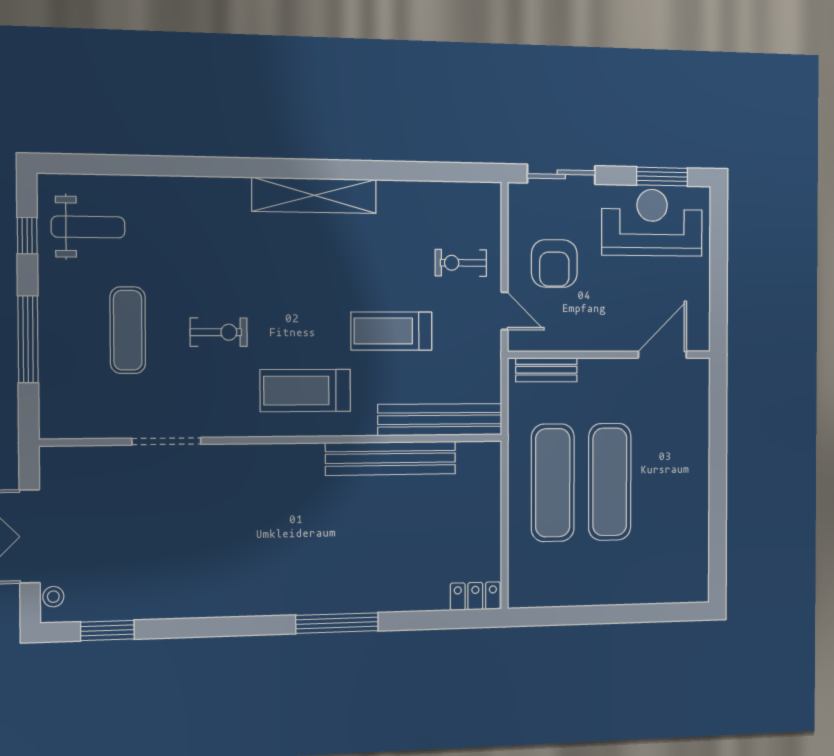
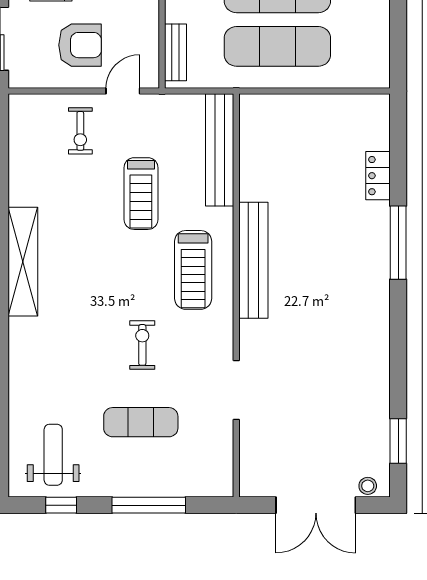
bench: (391, 458) -> (253, 260), moved
locker: (475, 596) -> (378, 176), moved

